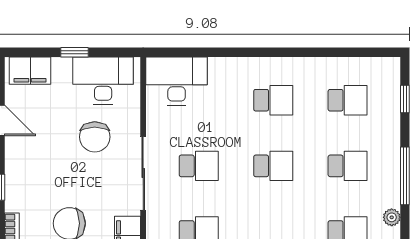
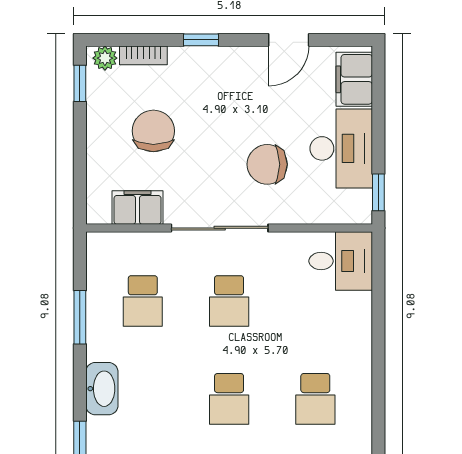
window: (74, 52) -> (378, 192), moved
desk: (103, 81) -> (341, 148), moved
desk: (177, 81) -> (341, 261), width x0.73

